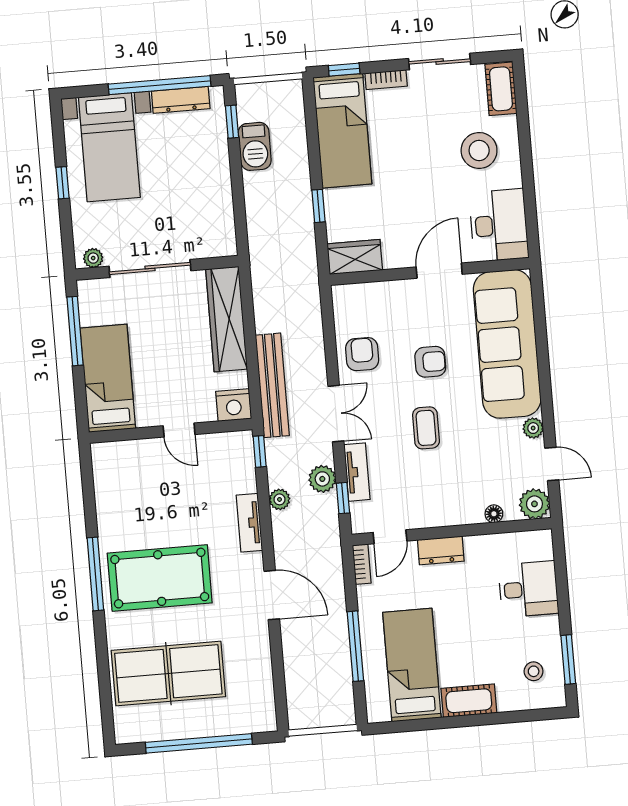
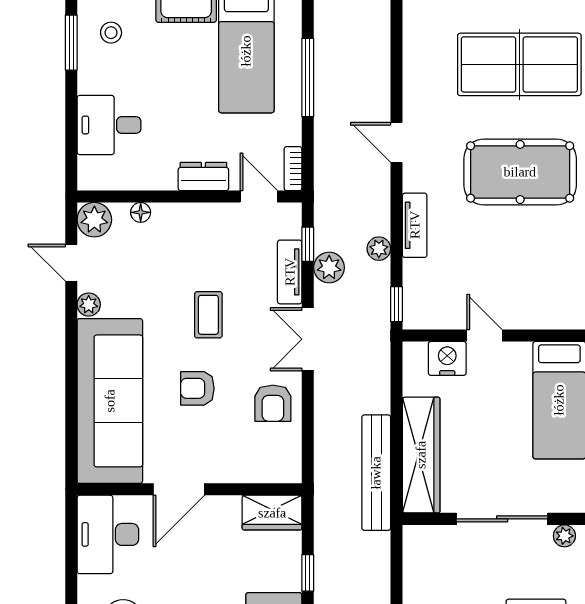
bench: (272, 385) -> (376, 473), moved
nightstand: (234, 405) -> (447, 358), moved
door: (390, 537) -> (259, 197), hinge flipped
door: (272, 595) -> (396, 142), width x0.73

